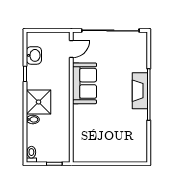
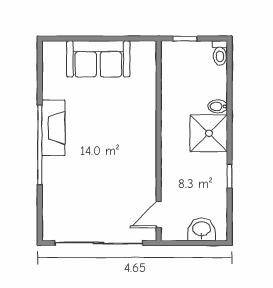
washbasin: (34, 55) -> (202, 229), moved, turned 90
sofa: (85, 83) -> (98, 59), moved, turned -90
fireplace: (140, 91) -> (53, 128), moved

